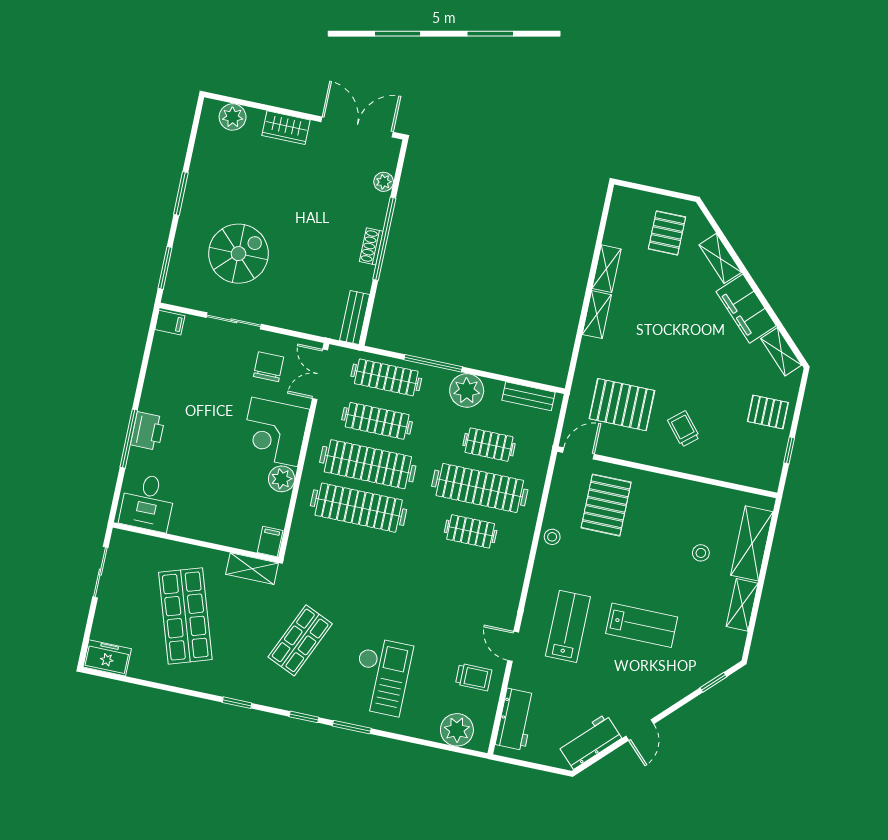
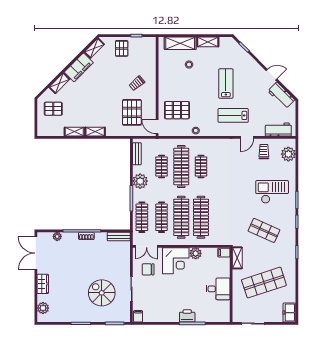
desk: (148, 502) -> (218, 289), moved

